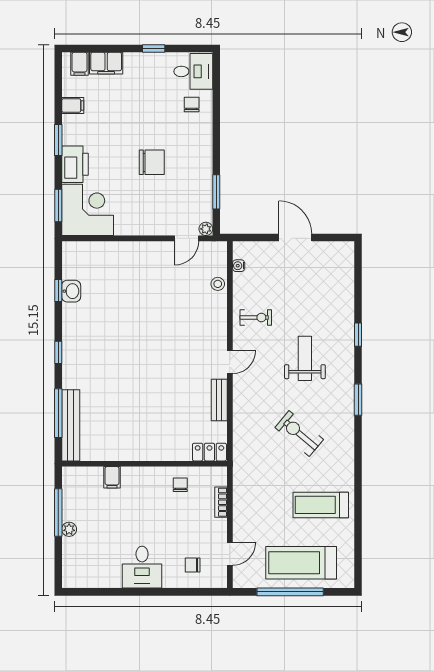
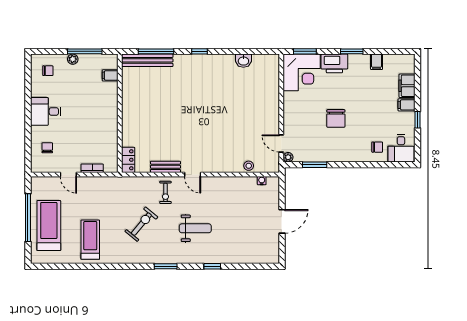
filing cabinet: (79, 64) -> (406, 105), moved
window: (58, 291) -> (244, 51), removed
exercise bike: (256, 318) -> (165, 192), moved
filing cabinet: (112, 477) -> (110, 75), moved
chair: (180, 485) -> (48, 71), moved
door: (230, 554) -> (68, 174), moved

